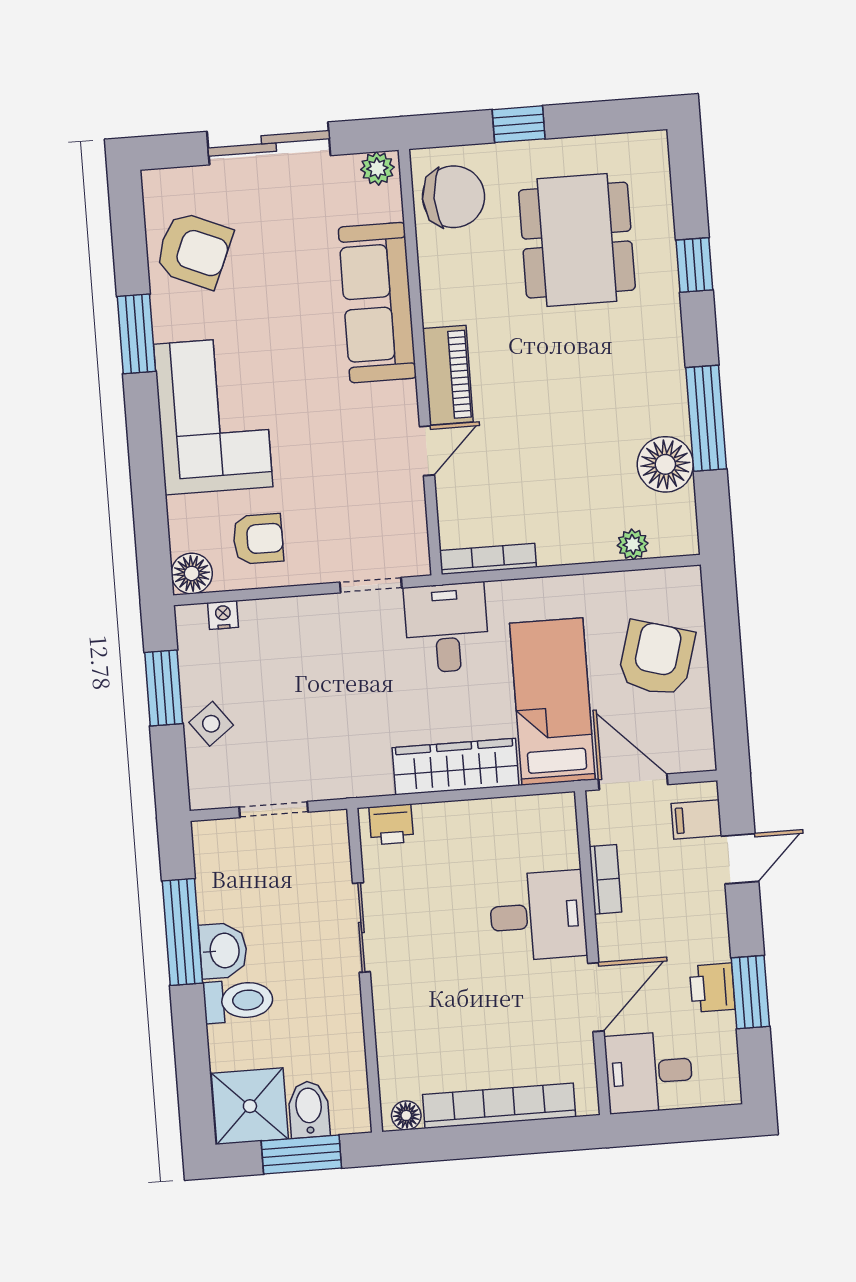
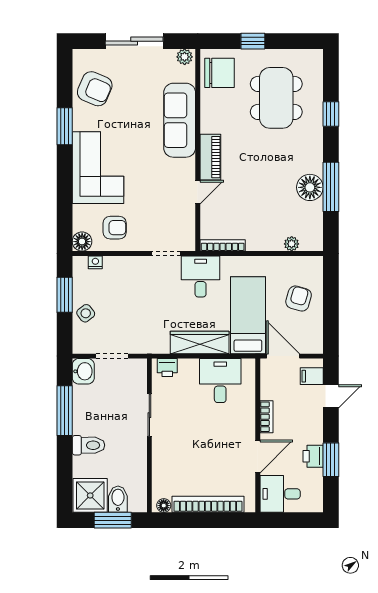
floor lamp: (665, 464) -> (310, 187), moved
armchair: (656, 658) -> (299, 299), width x0.72, depth x0.72
bookcase: (605, 879) -> (266, 417), moved
desk: (538, 916) -> (220, 381), moved, turned -90
washbasin: (223, 951) -> (83, 371), moved

